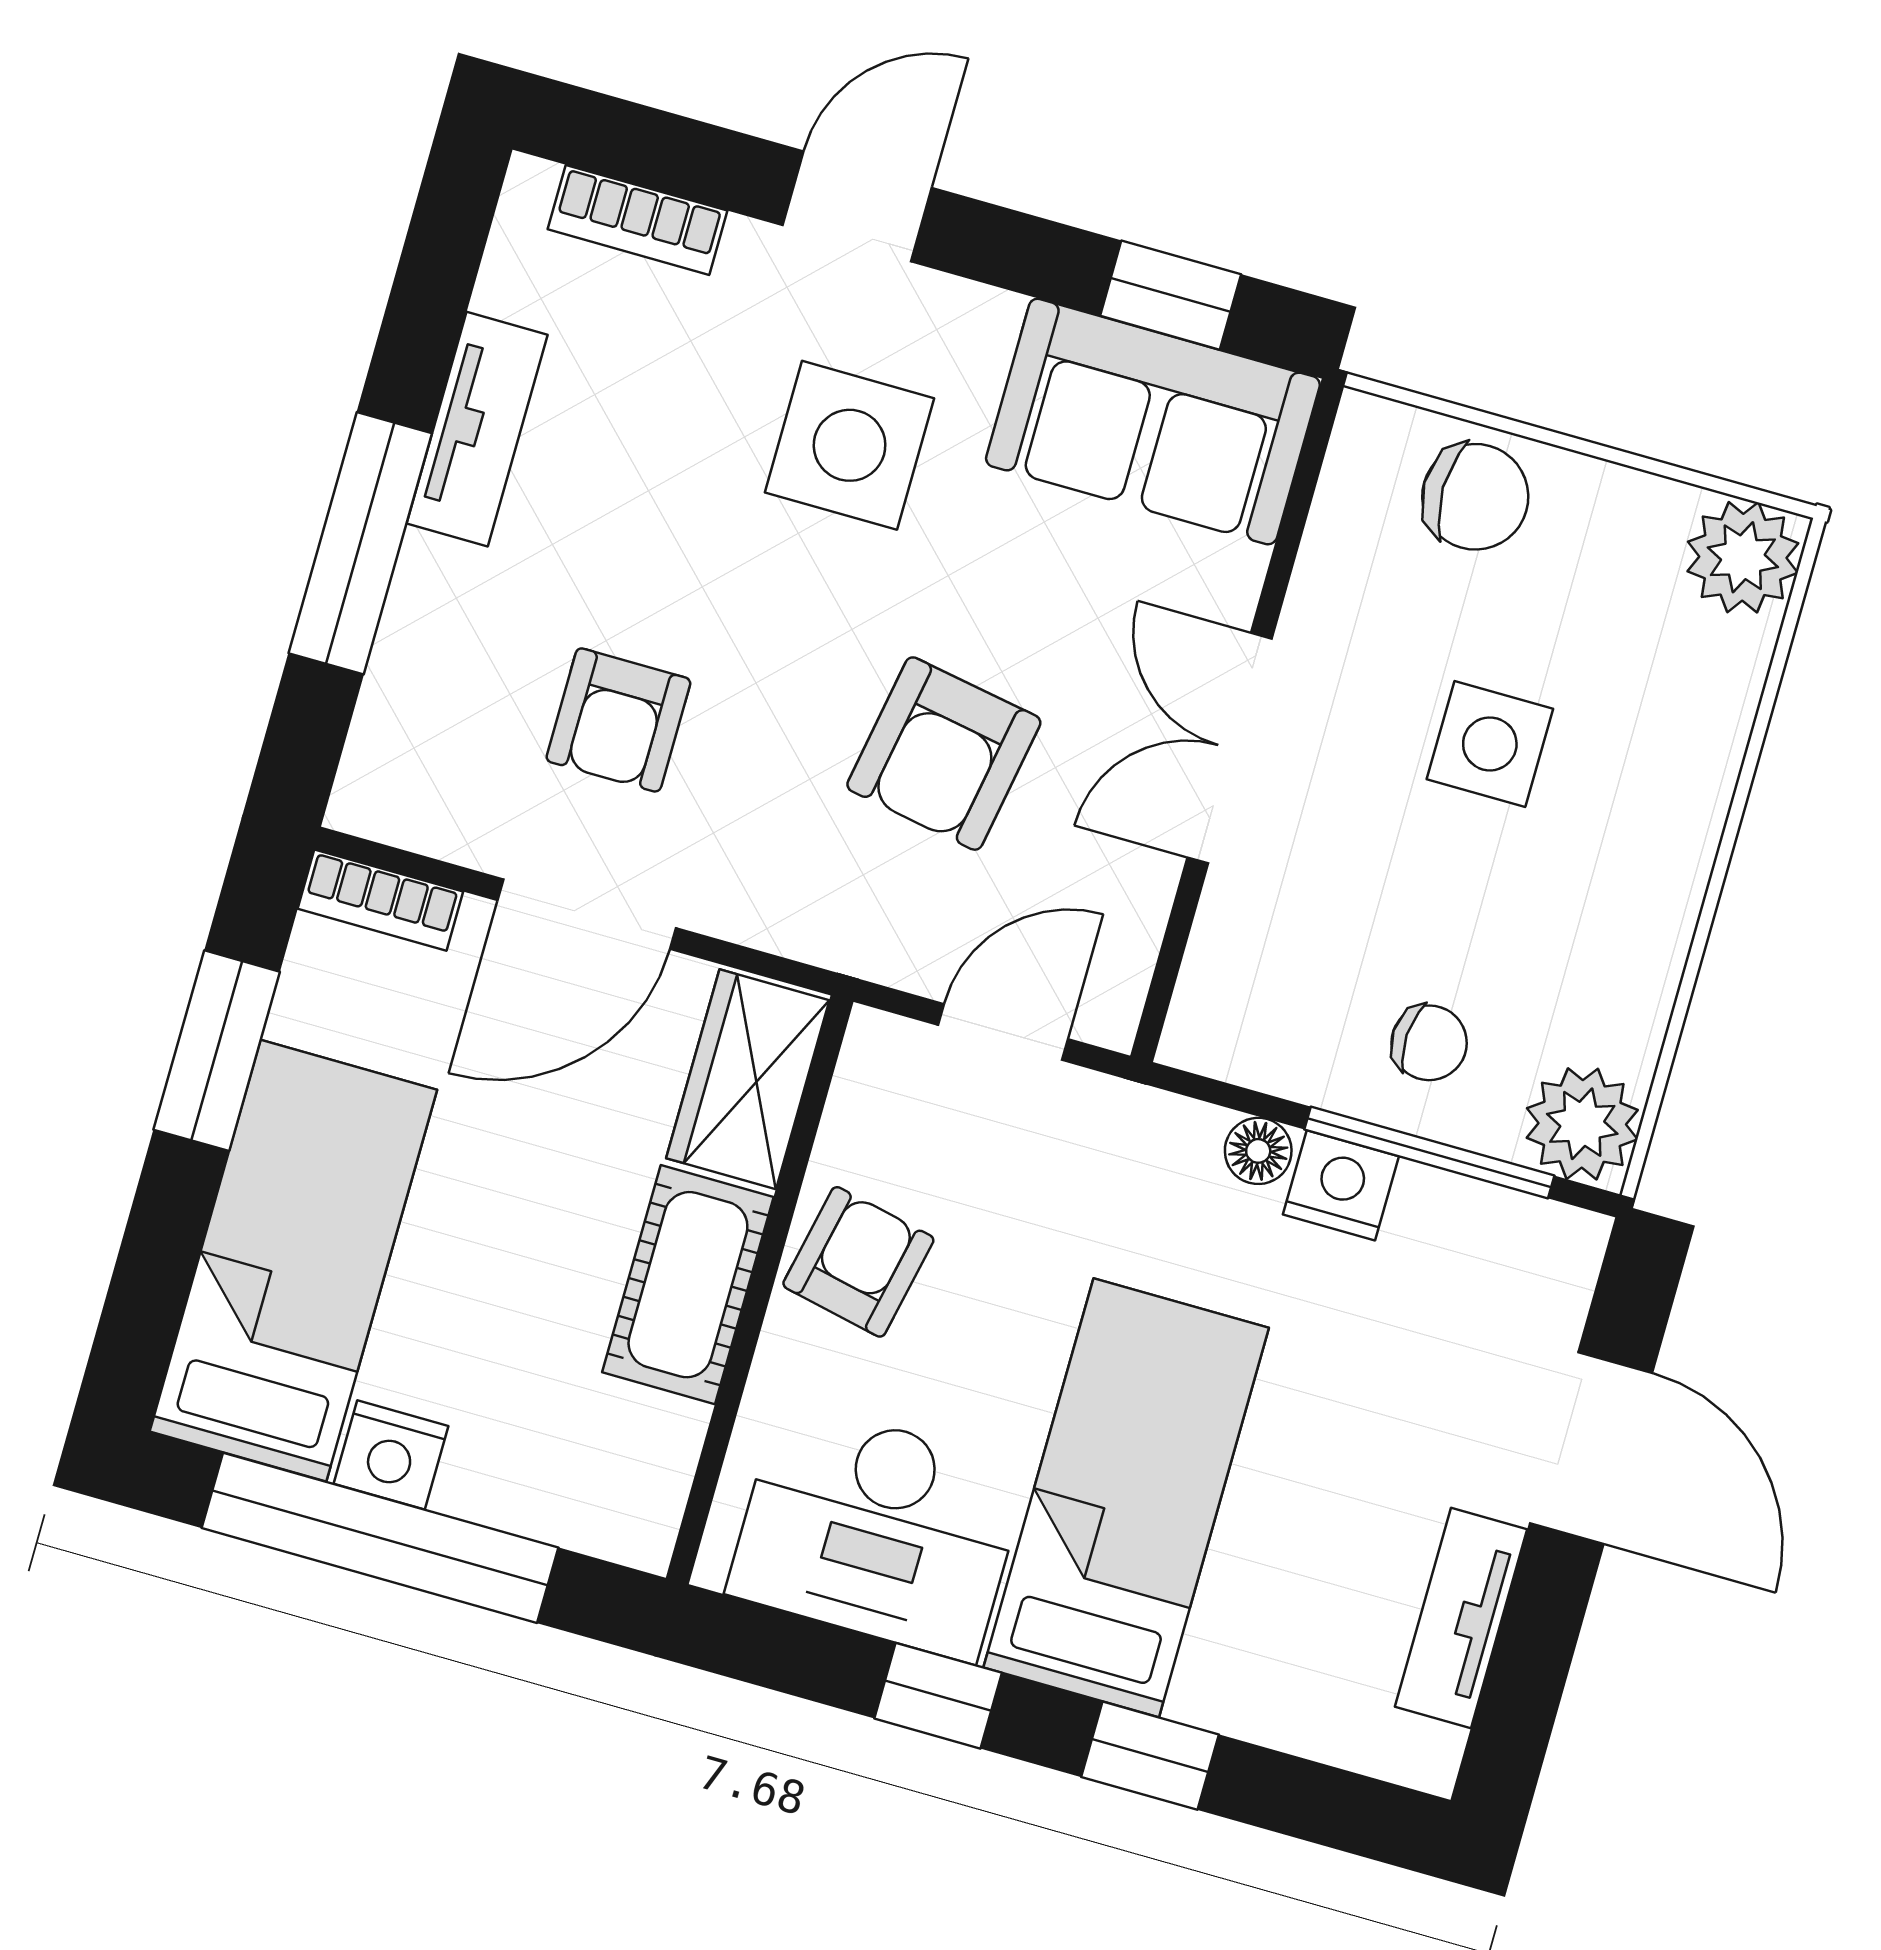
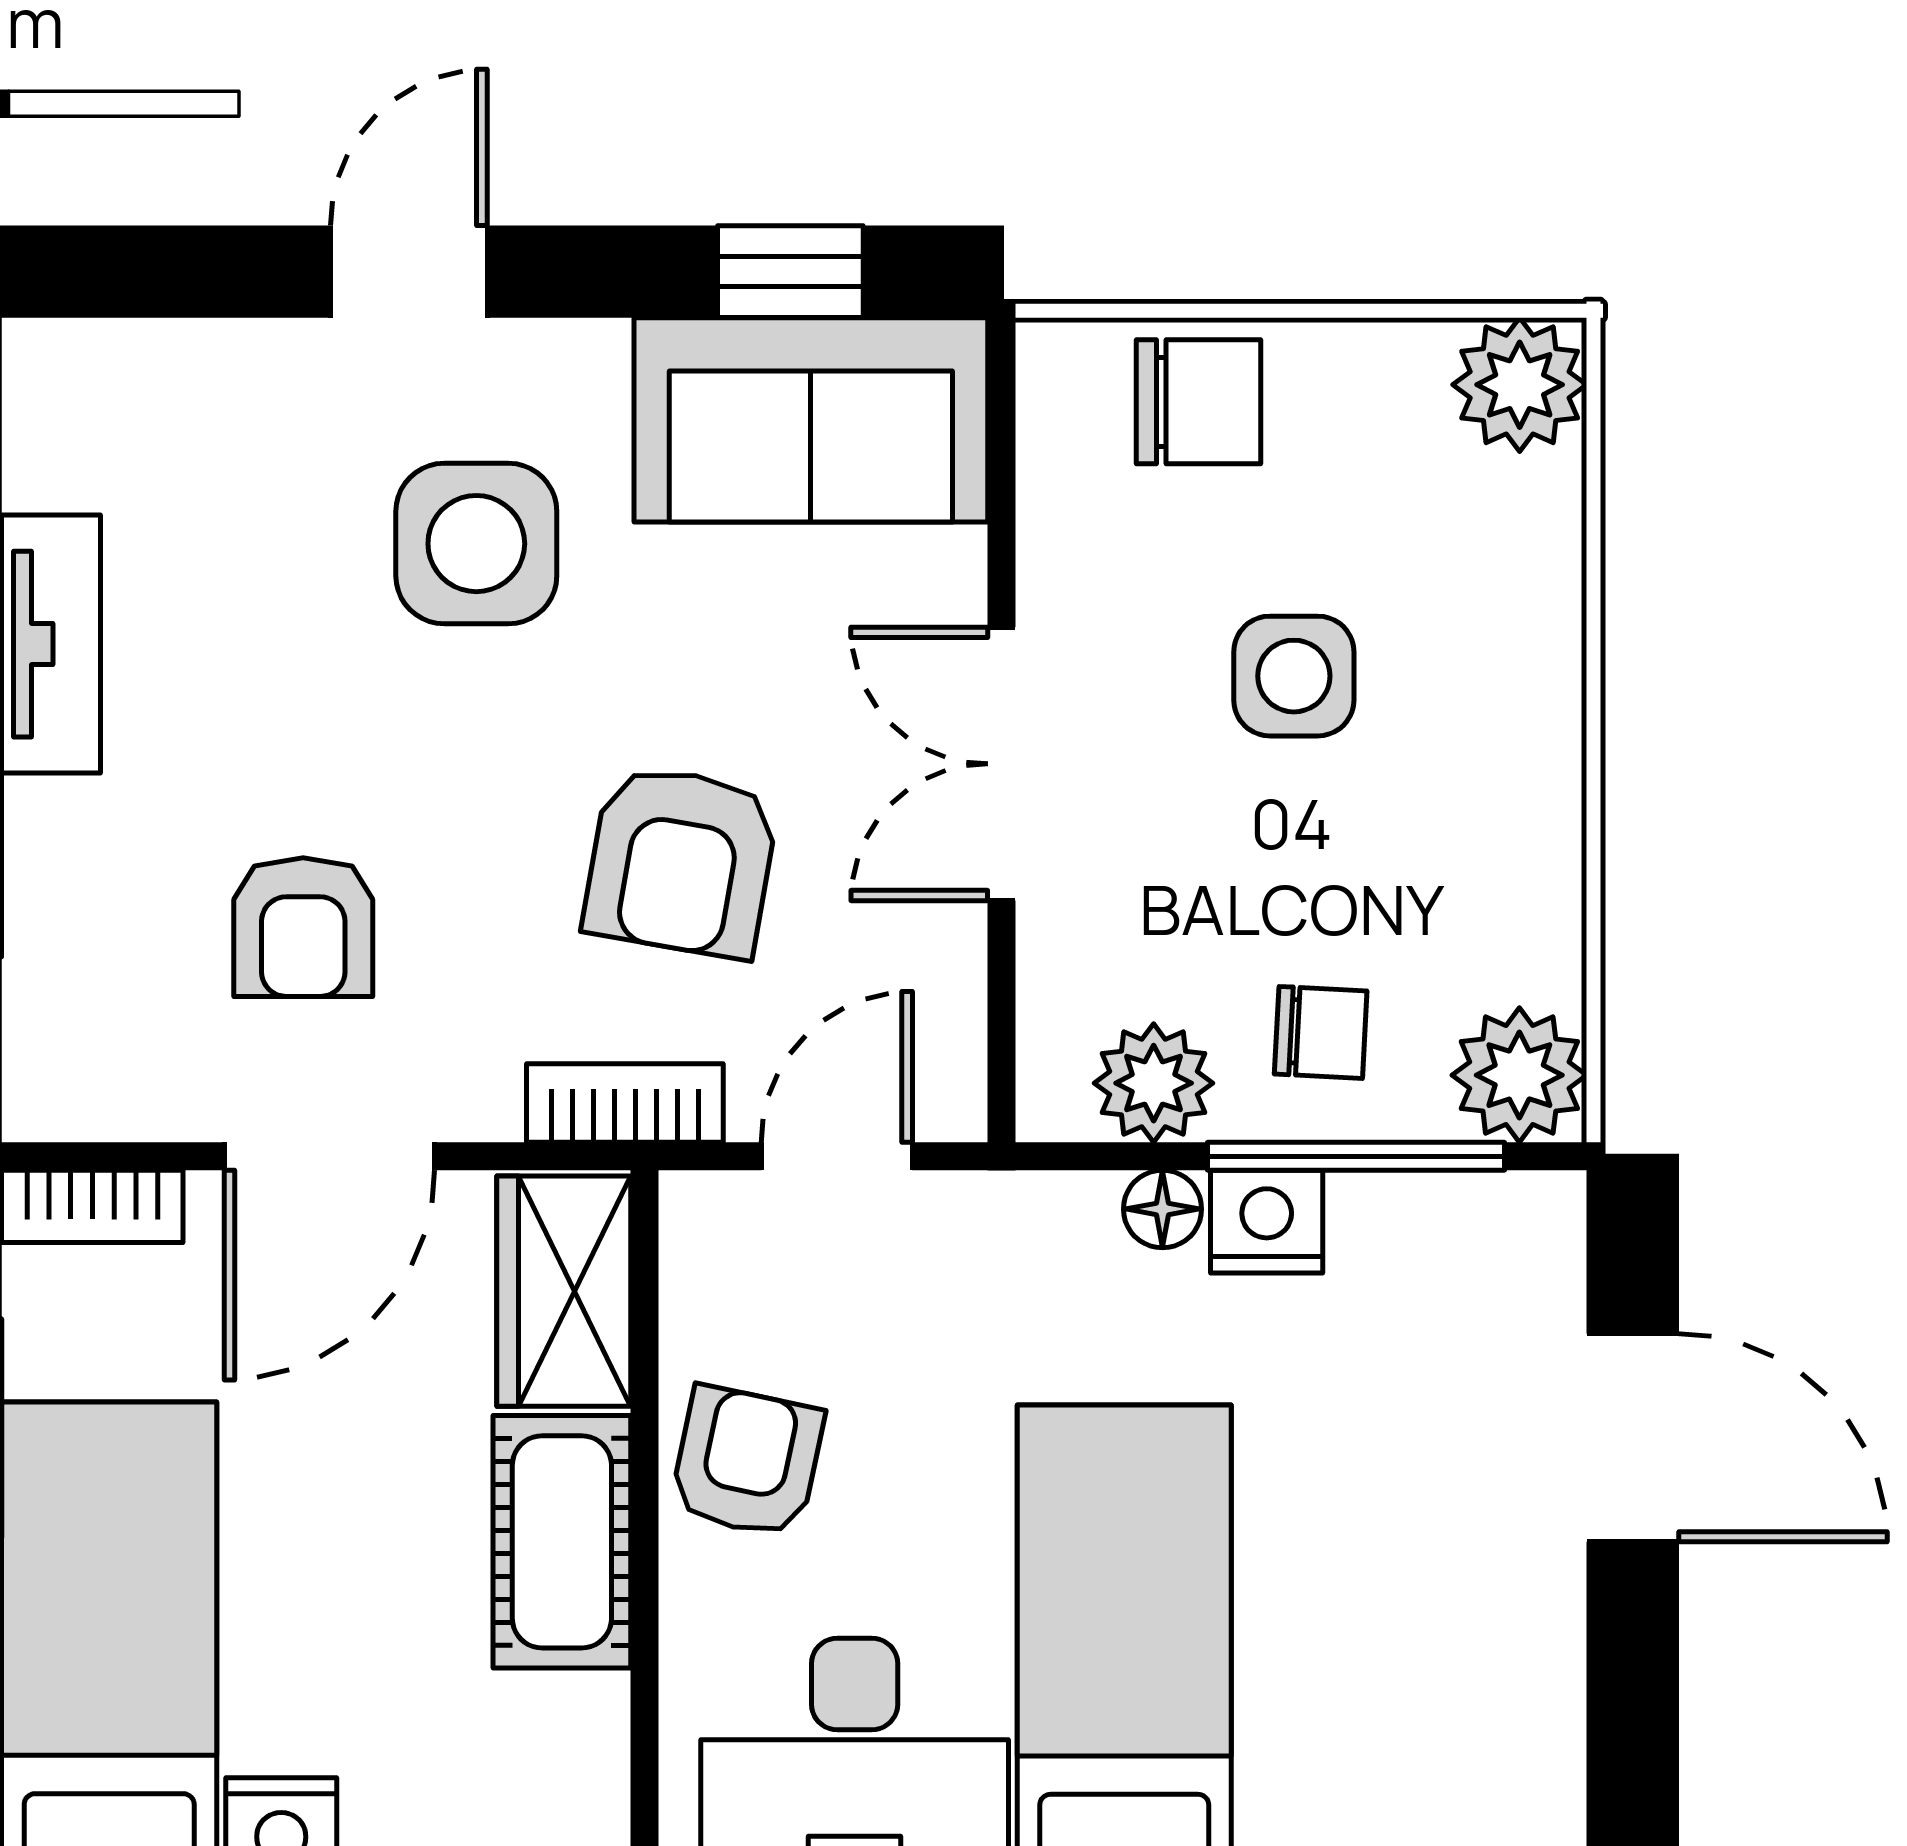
bookcase: (637, 220) -> (625, 1103), moved, turned 180
plant: (1280, 1045) -> (1154, 1083), added
tv unit: (1461, 1618) -> (1540, 1671), removed

